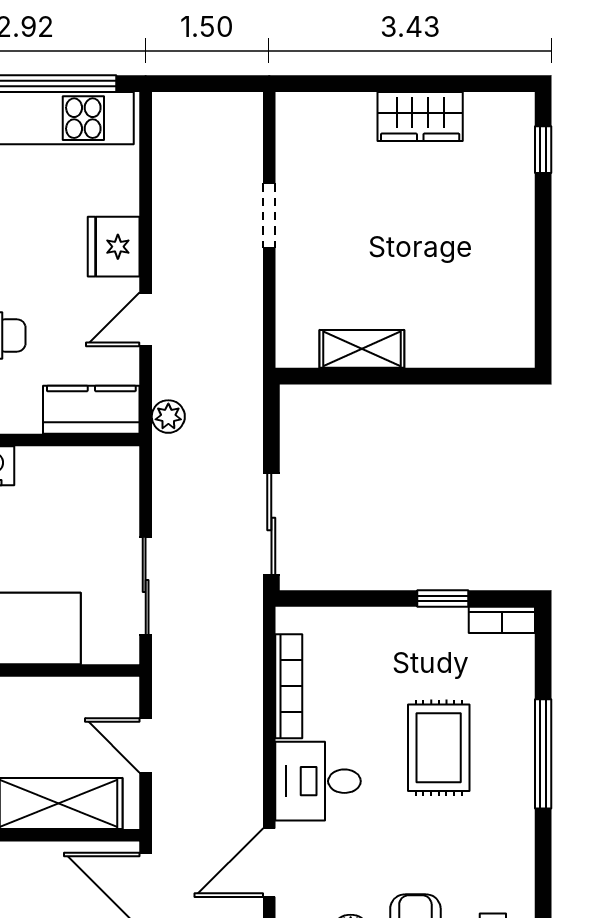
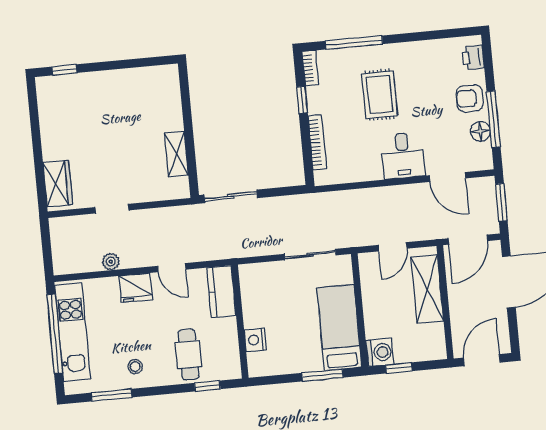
wardrobe: (420, 117) -> (58, 183), moved
plant: (168, 417) -> (111, 262), moved
sliding door: (271, 524) -> (231, 196), moved
bookcase: (289, 686) -> (317, 142), moved, turned 90
rug: (439, 748) -> (380, 95), turned 90
window: (543, 754) -> (354, 42), moved

